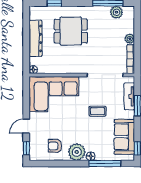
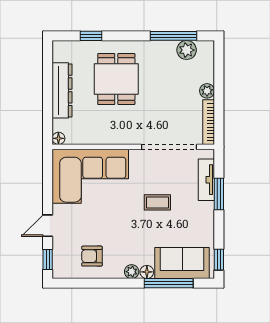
dining table: (71, 31) -> (116, 79), turned 90
sofa: (124, 137) -> (182, 263), moved, turned 90
plant: (77, 152) -> (132, 272), width x0.53, depth x0.53

